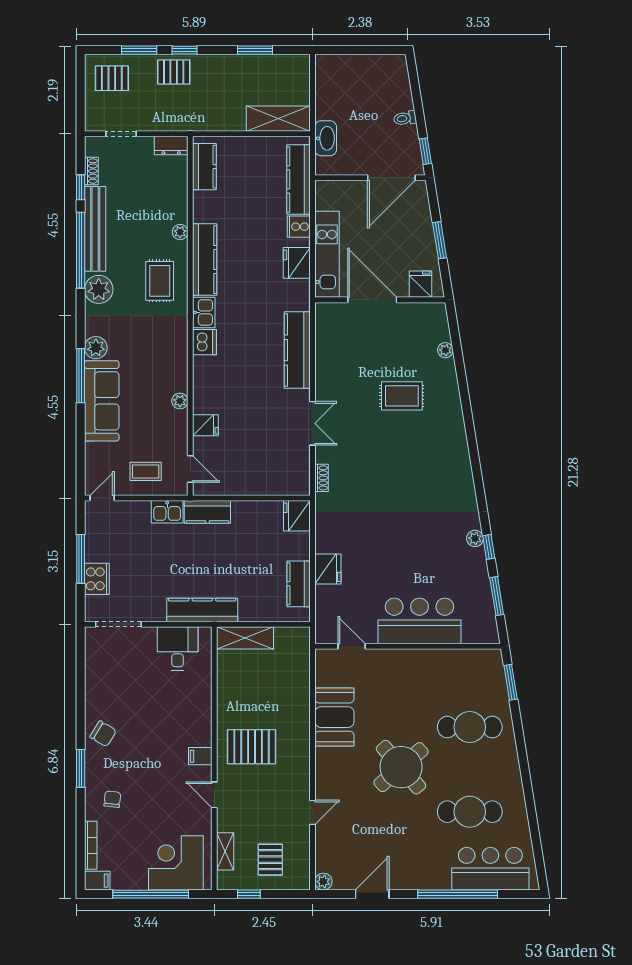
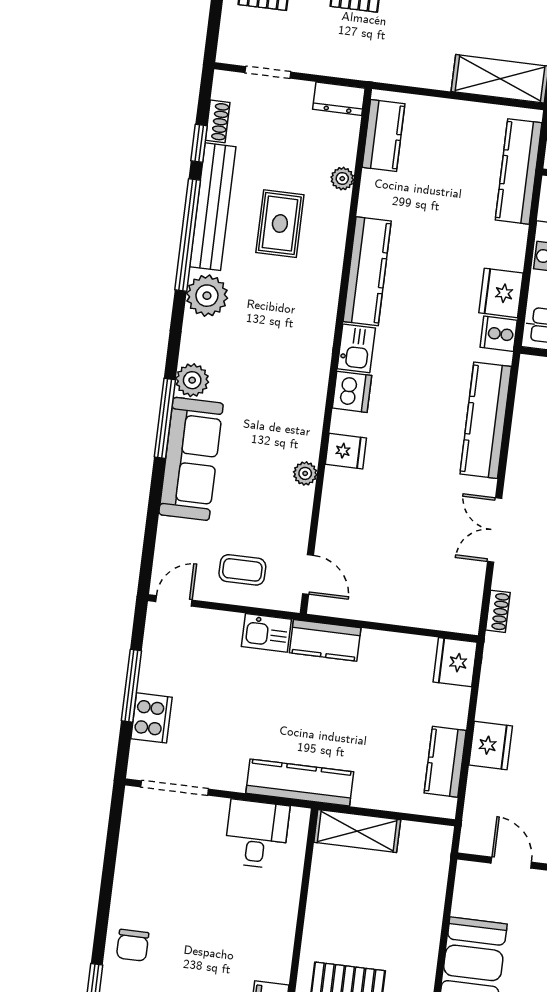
cooker: (299, 227) -> (499, 334), moved
plant: (180, 232) -> (342, 179), moved
rug: (160, 281) -> (280, 224), moved
double door: (312, 423) -> (495, 530), swing flipped
fridge: (205, 425) -> (346, 451), moved
chair: (103, 734) -> (133, 945), turned 59

